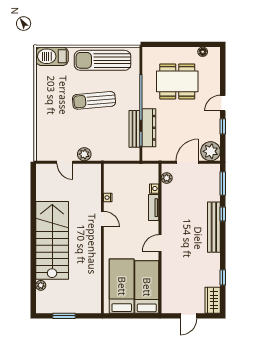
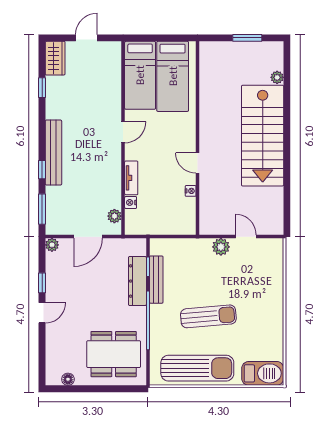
dining table: (177, 81) -> (114, 354), moved
plant: (211, 151) -> (52, 245), width x0.53, depth x0.53

